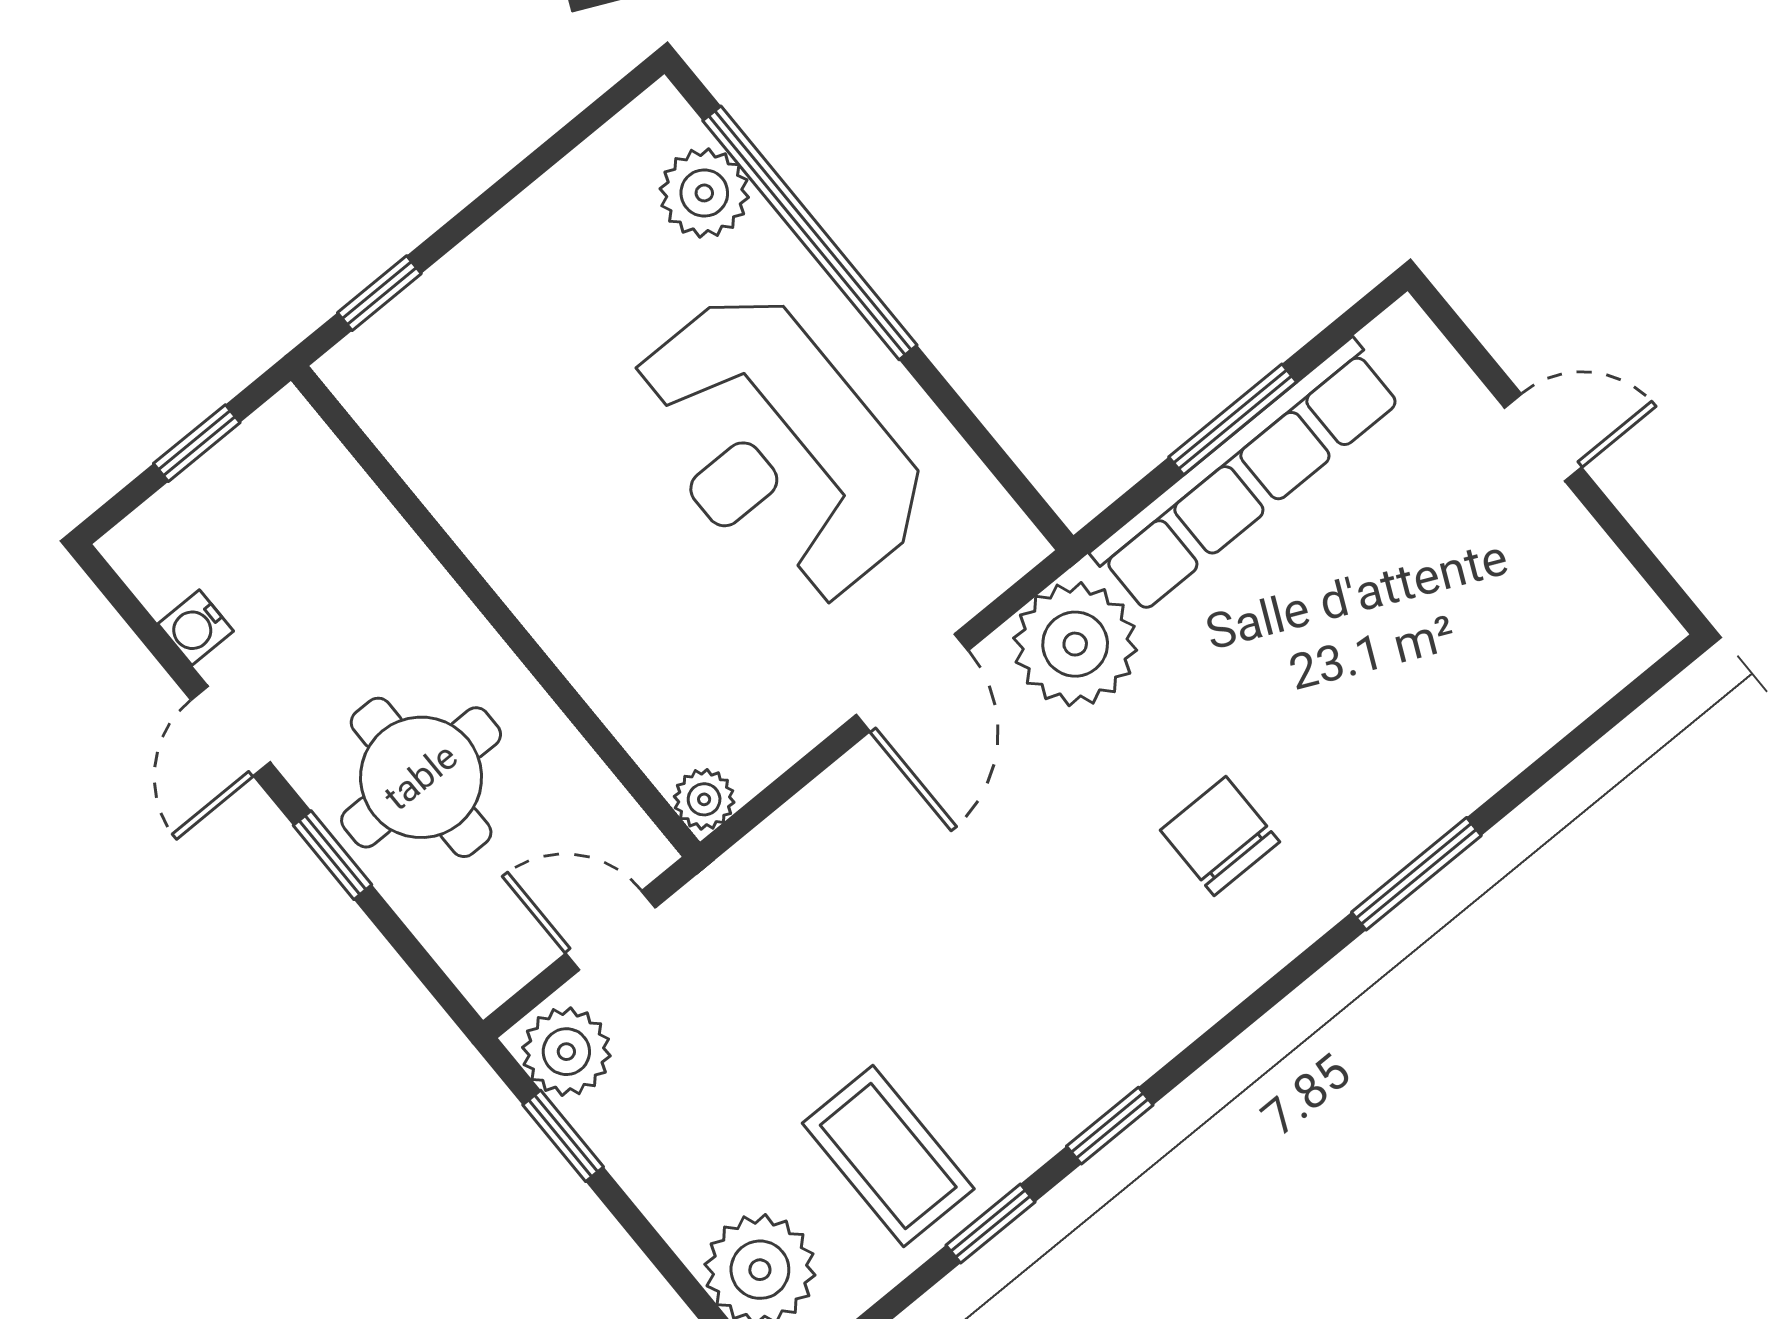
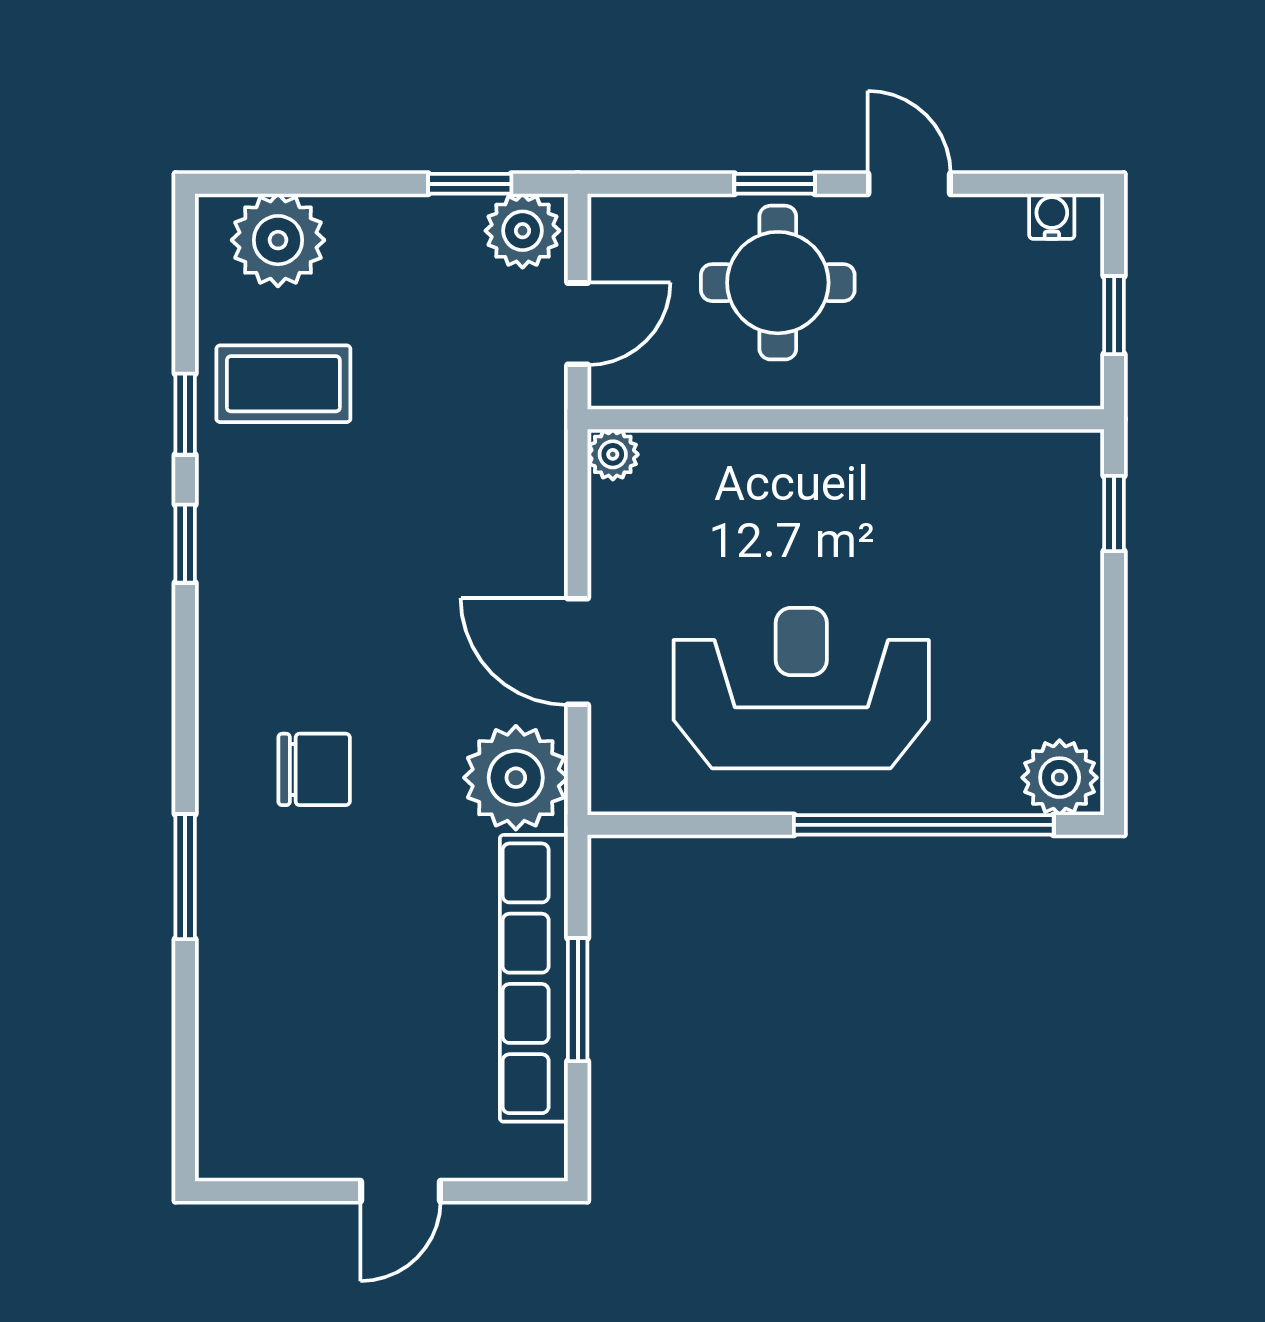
plant: (704, 193) -> (1060, 778), moved
water cooler: (196, 627) -> (1052, 216), moved

